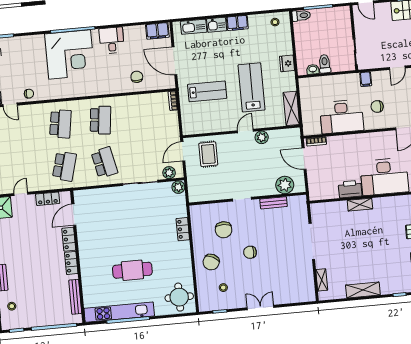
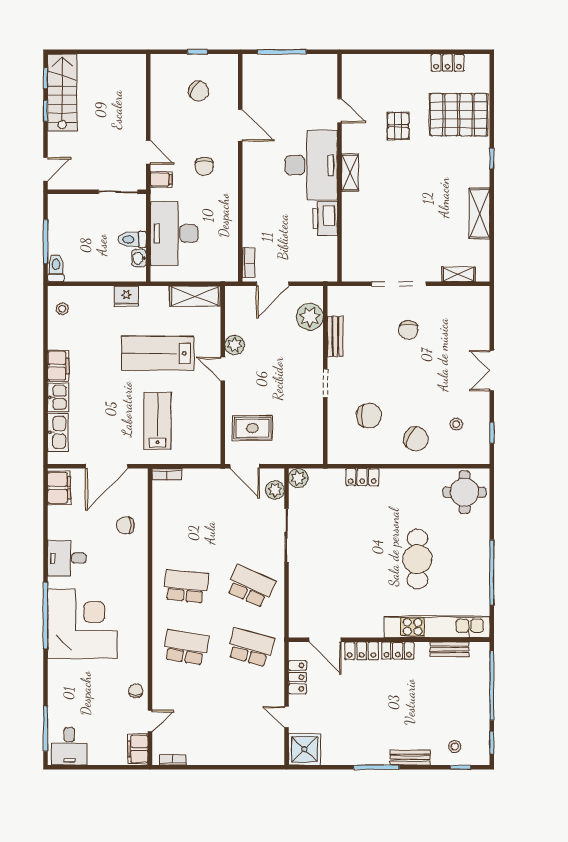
door: (397, 68) -> (148, 152), moved
desk: (342, 117) -> (174, 233), moved, turned 180
school desk: (104, 163) -> (251, 586), turned 36
shelving: (360, 205) -> (350, 172), moved
chair: (250, 252) -> (408, 330), moved
bench: (75, 297) -> (450, 649), width x0.73
kitchen unit: (119, 312) -> (437, 627), moved, turned 90

